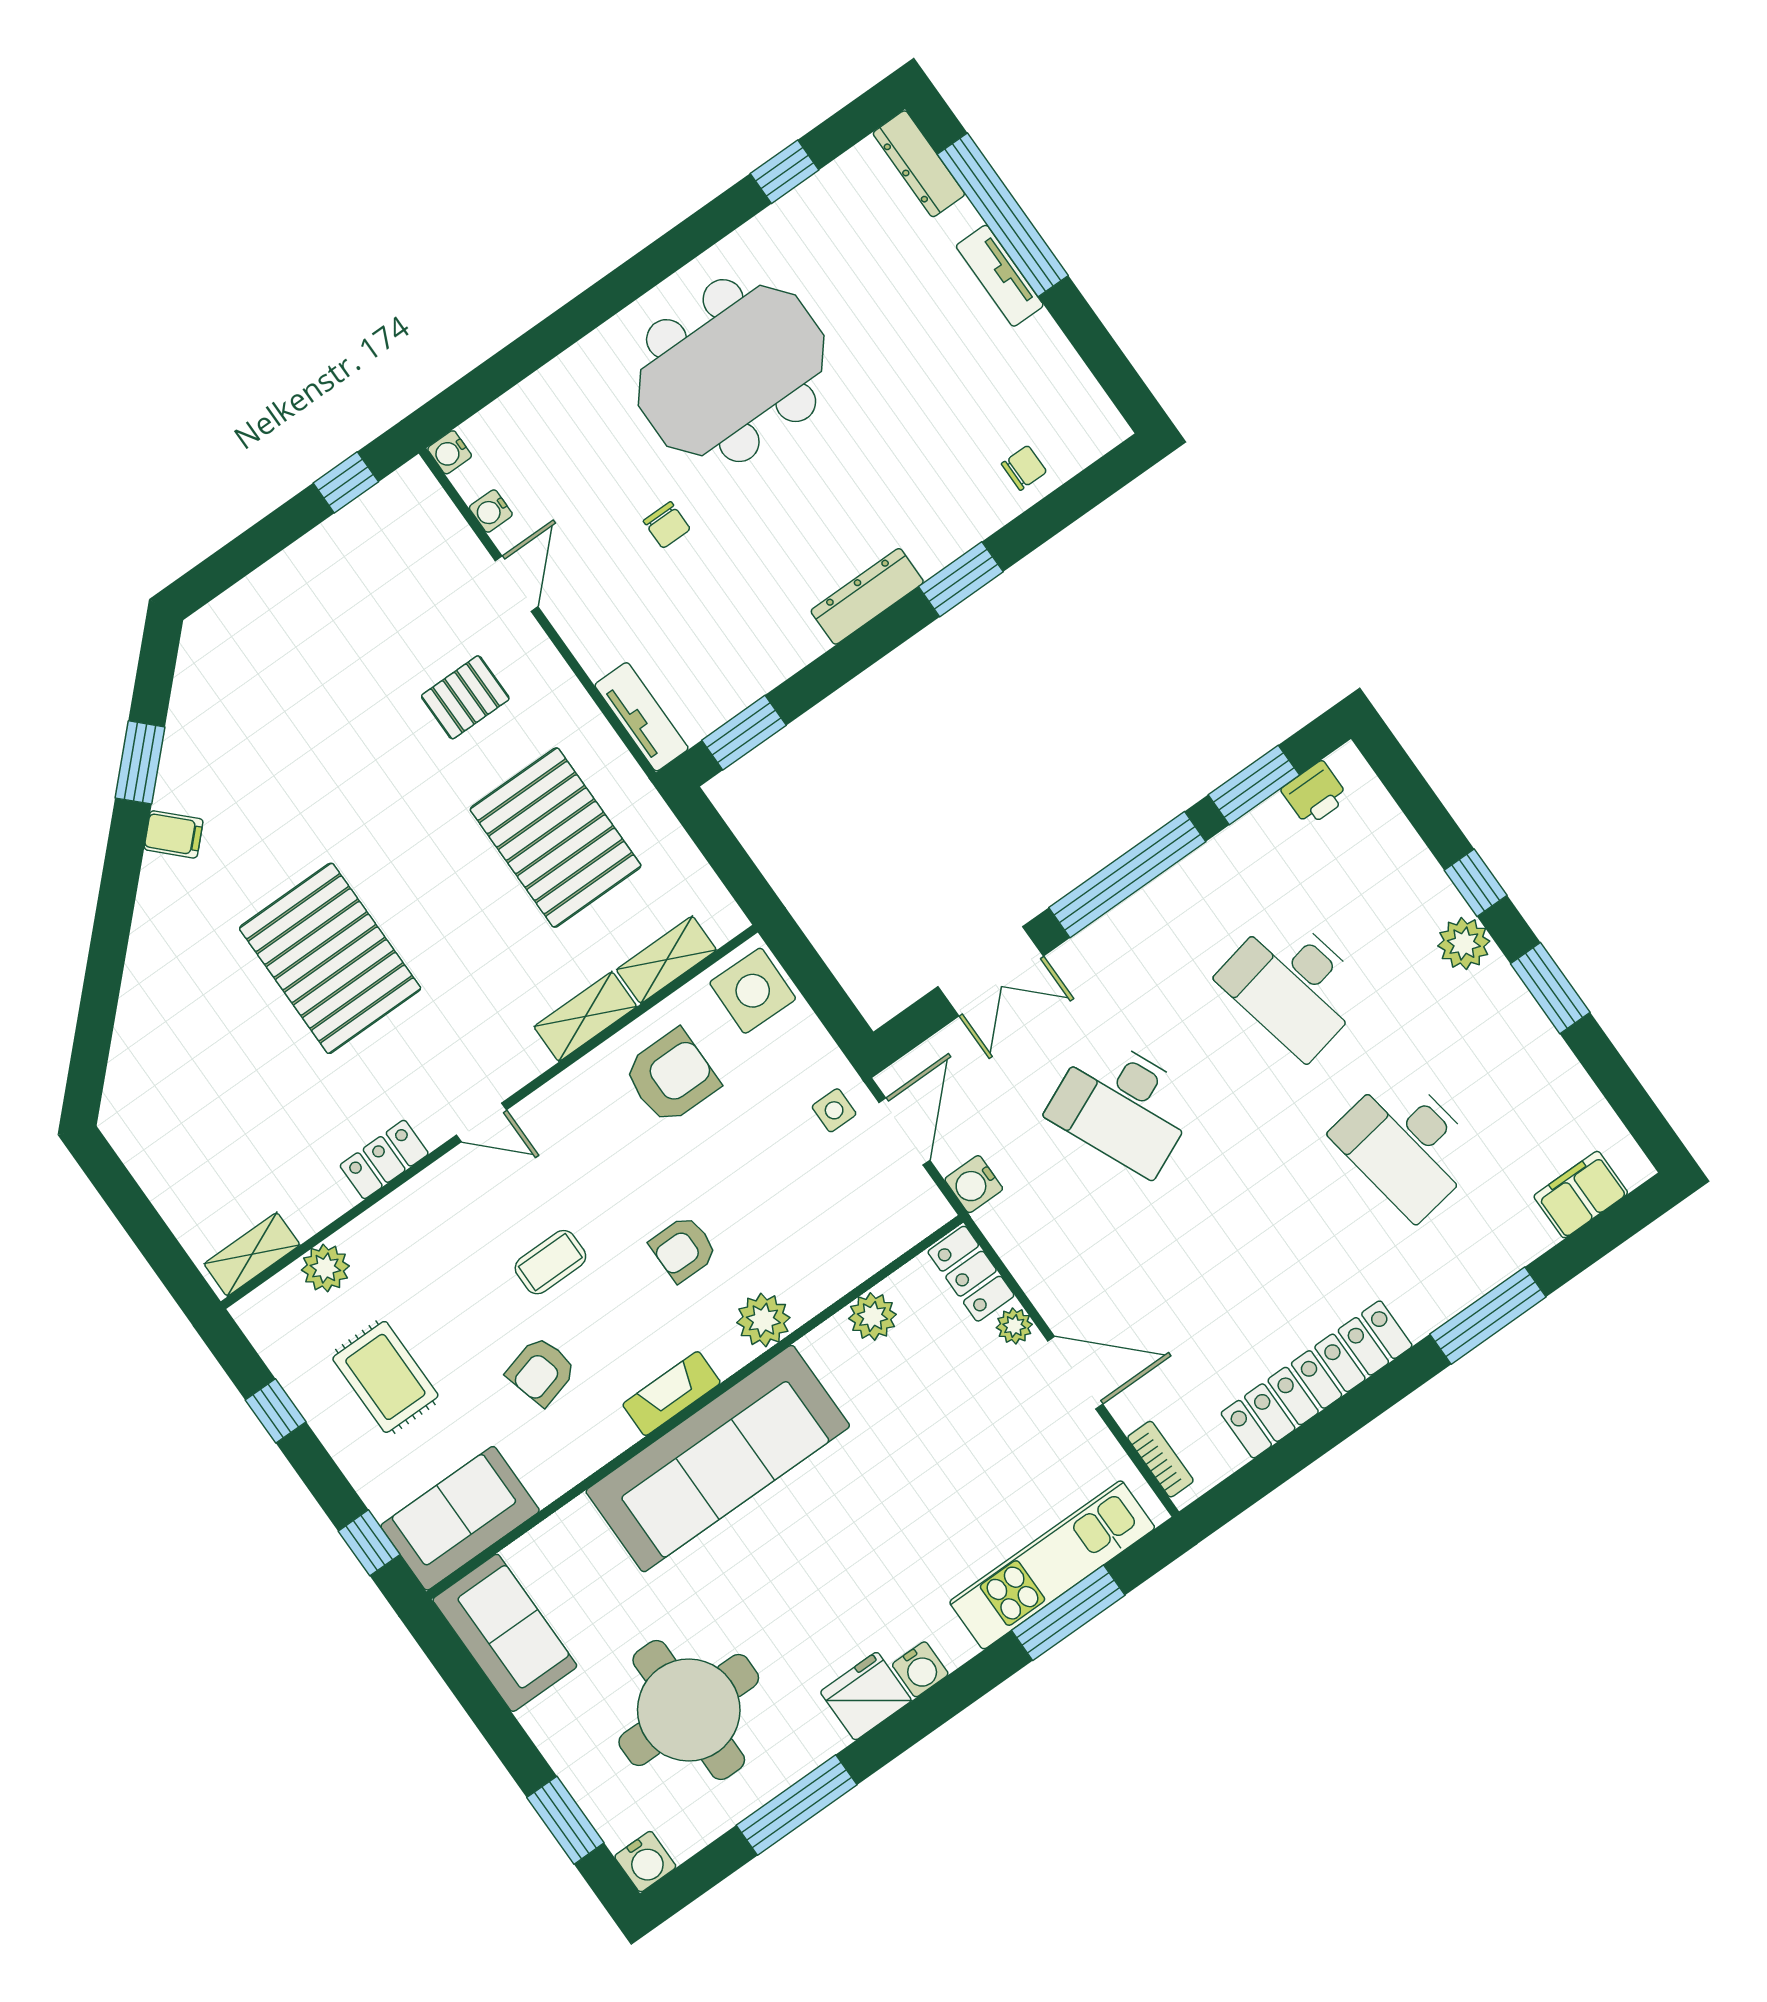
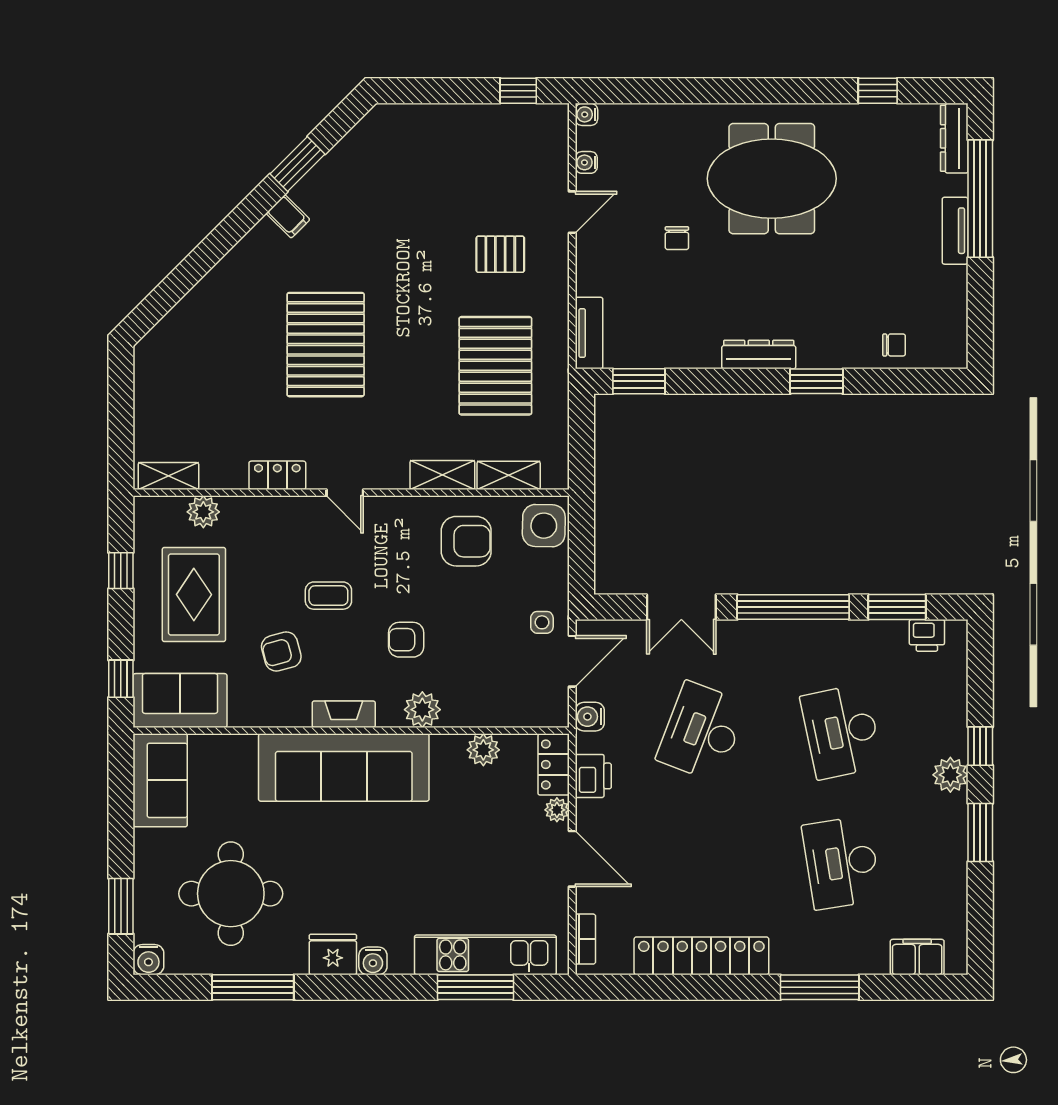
desk: (1123, 1105) -> (702, 732), turned 45
printer: (1029, 1253) -> (593, 776), added
rug: (385, 1377) -> (194, 595), width x1.36, depth x1.43

